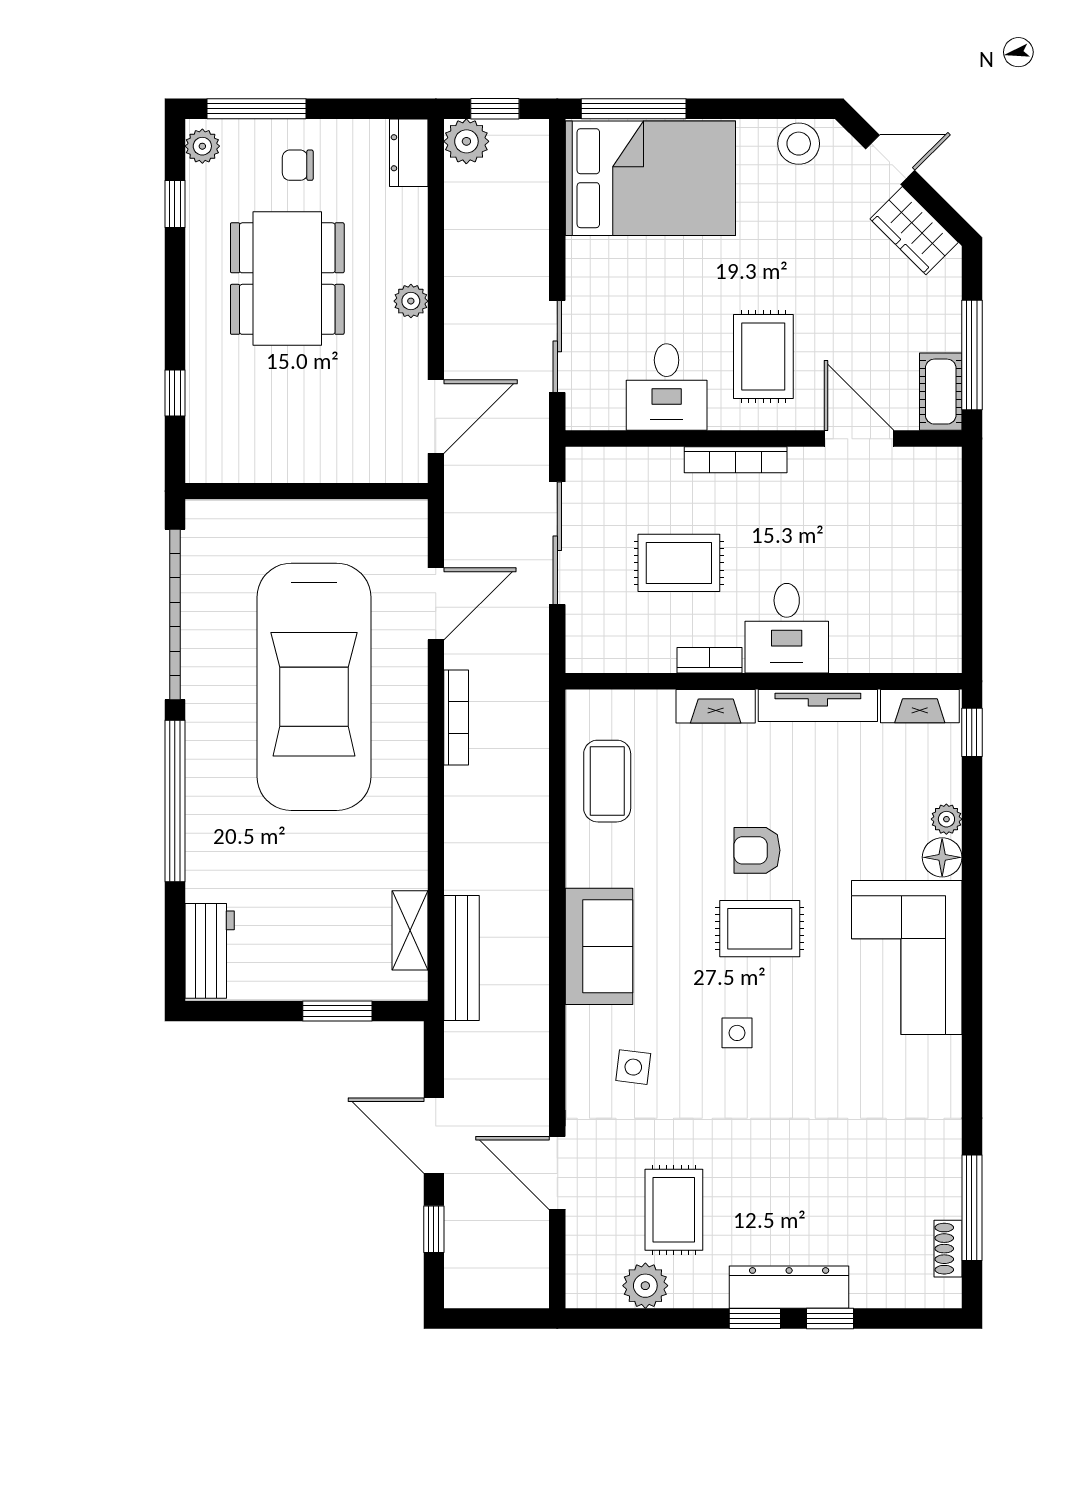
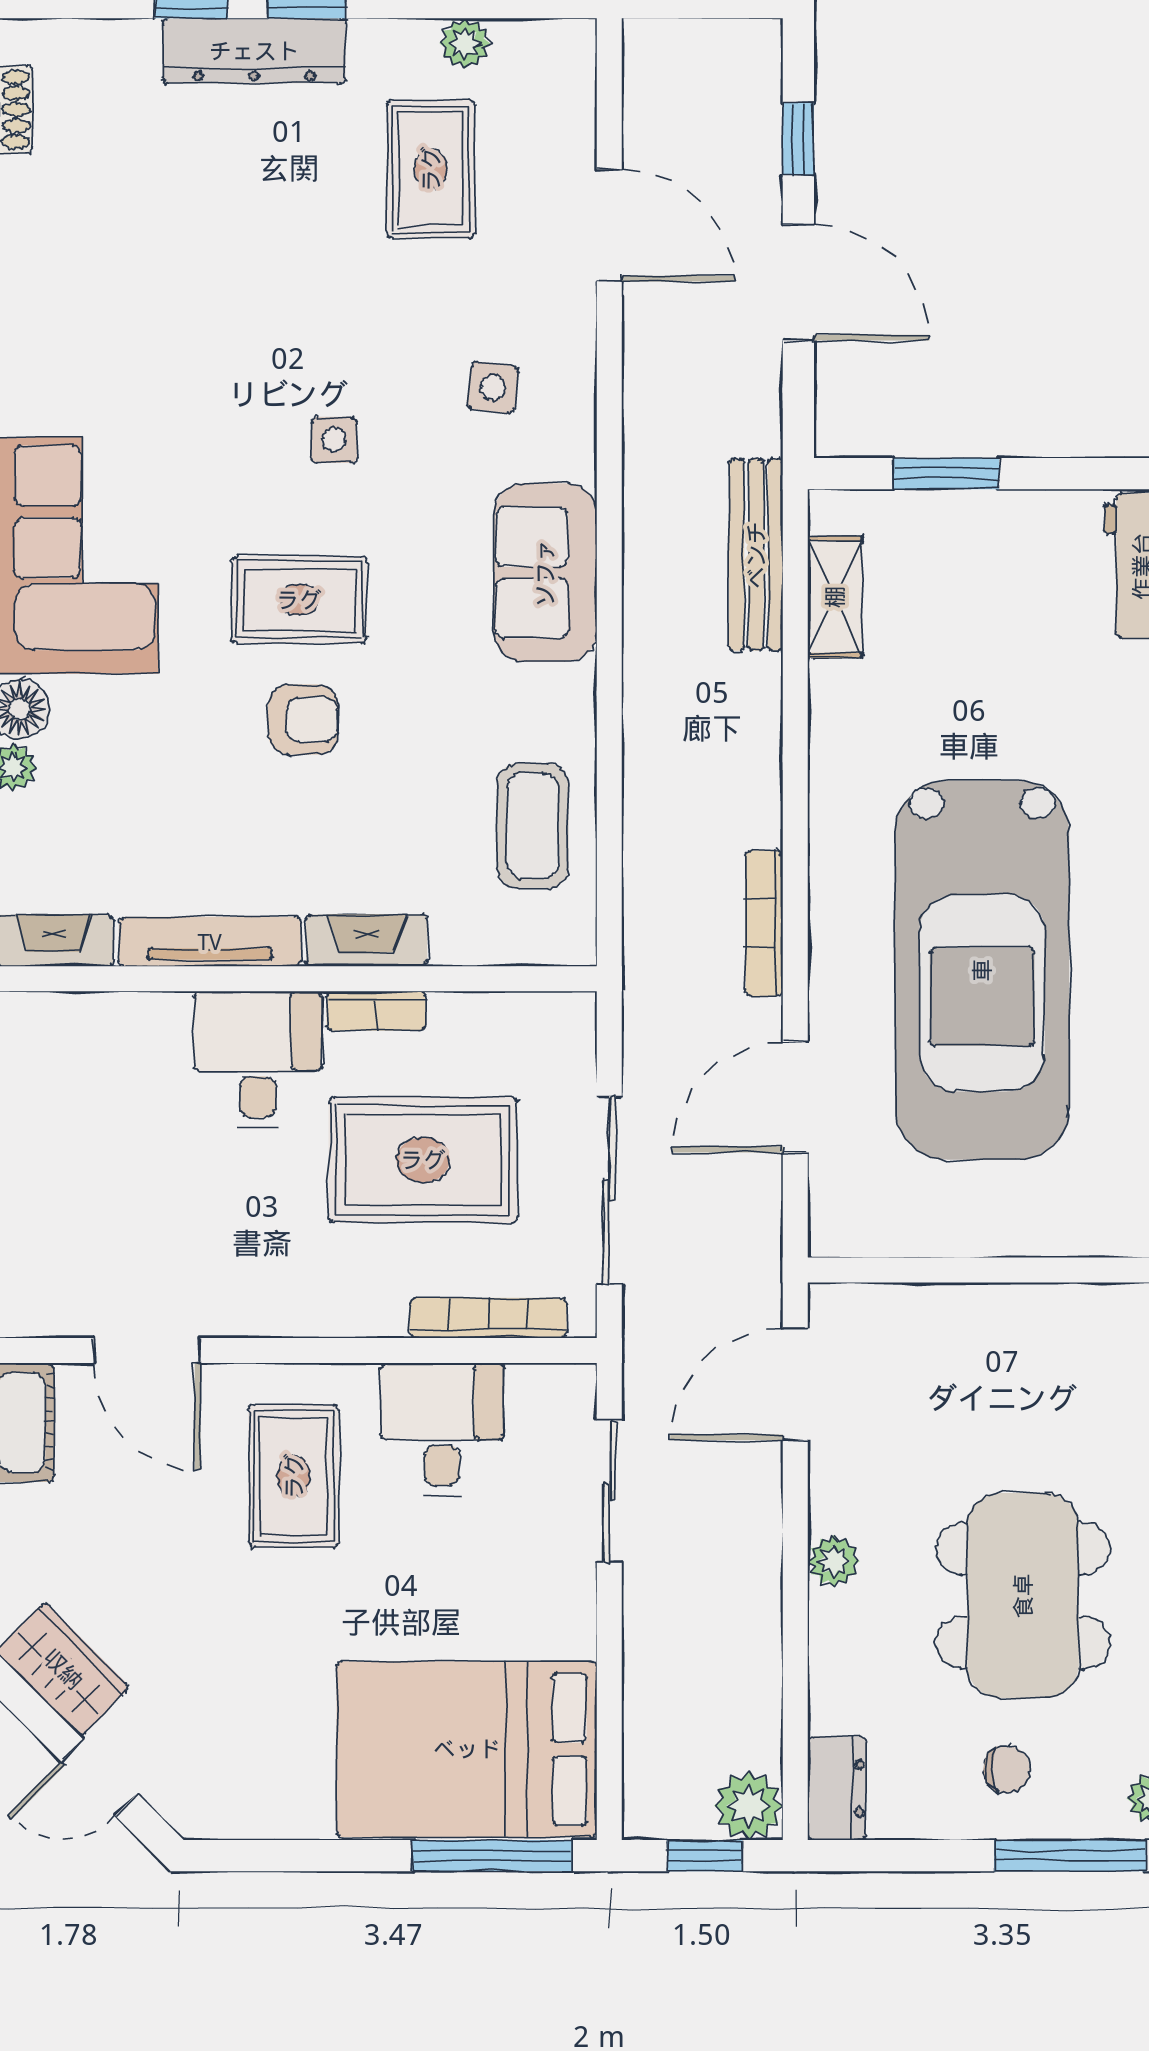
stool: (799, 144) -> (240, 1802), removed
bookcase: (736, 460) -> (488, 1318), moved
rug: (679, 563) -> (423, 1160), width x1.36, depth x1.43
car: (314, 687) -> (982, 970), turned 180
plant: (645, 1286) -> (465, 43), width x0.73, depth x0.73

